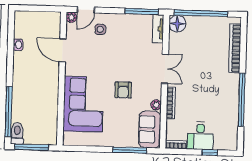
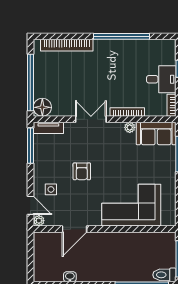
armchair: (123, 90) -> (82, 171), moved, turned 90

